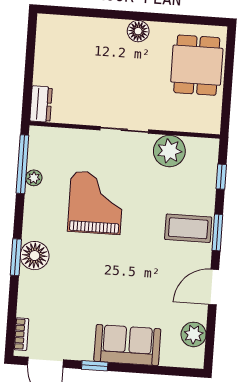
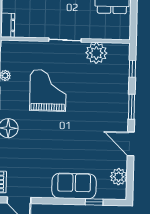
coffee table: (188, 228) -> (112, 105), removed
door: (214, 287) -> (131, 144), hinge flipped
window: (95, 366) -> (94, 202), moved

